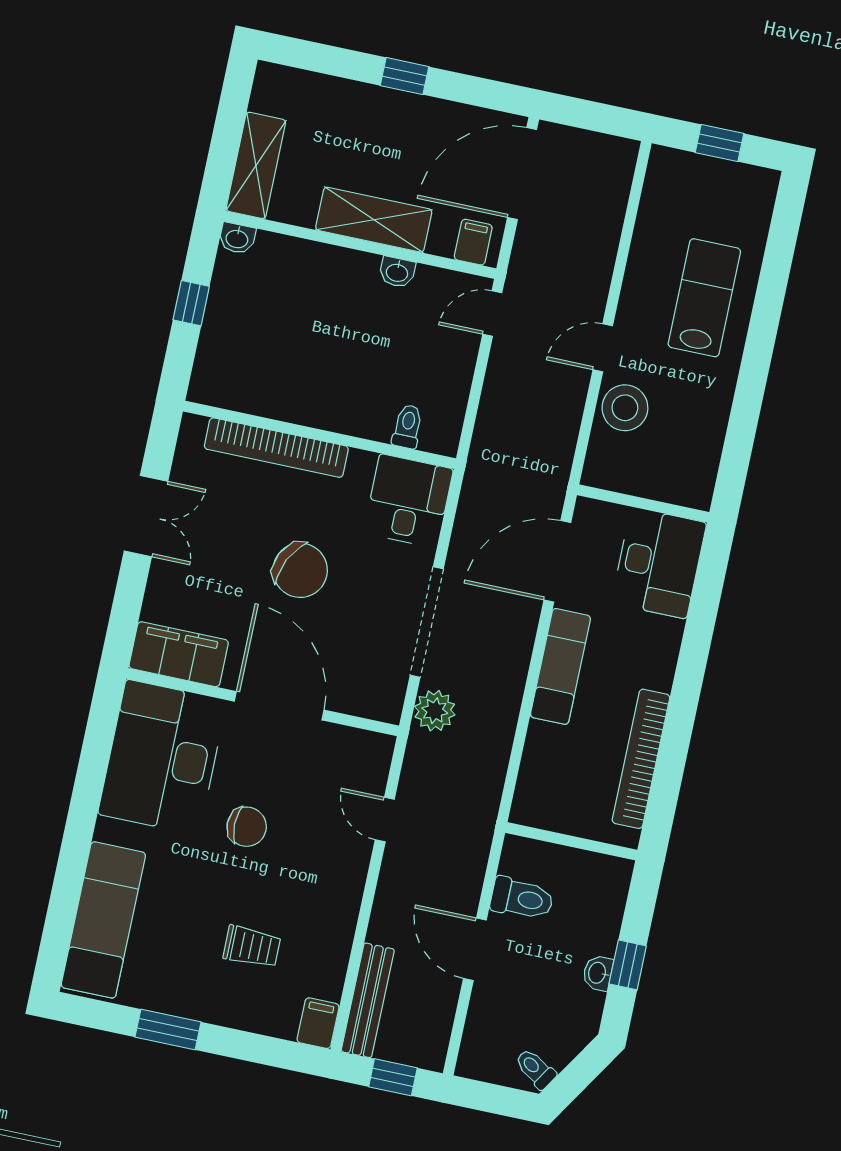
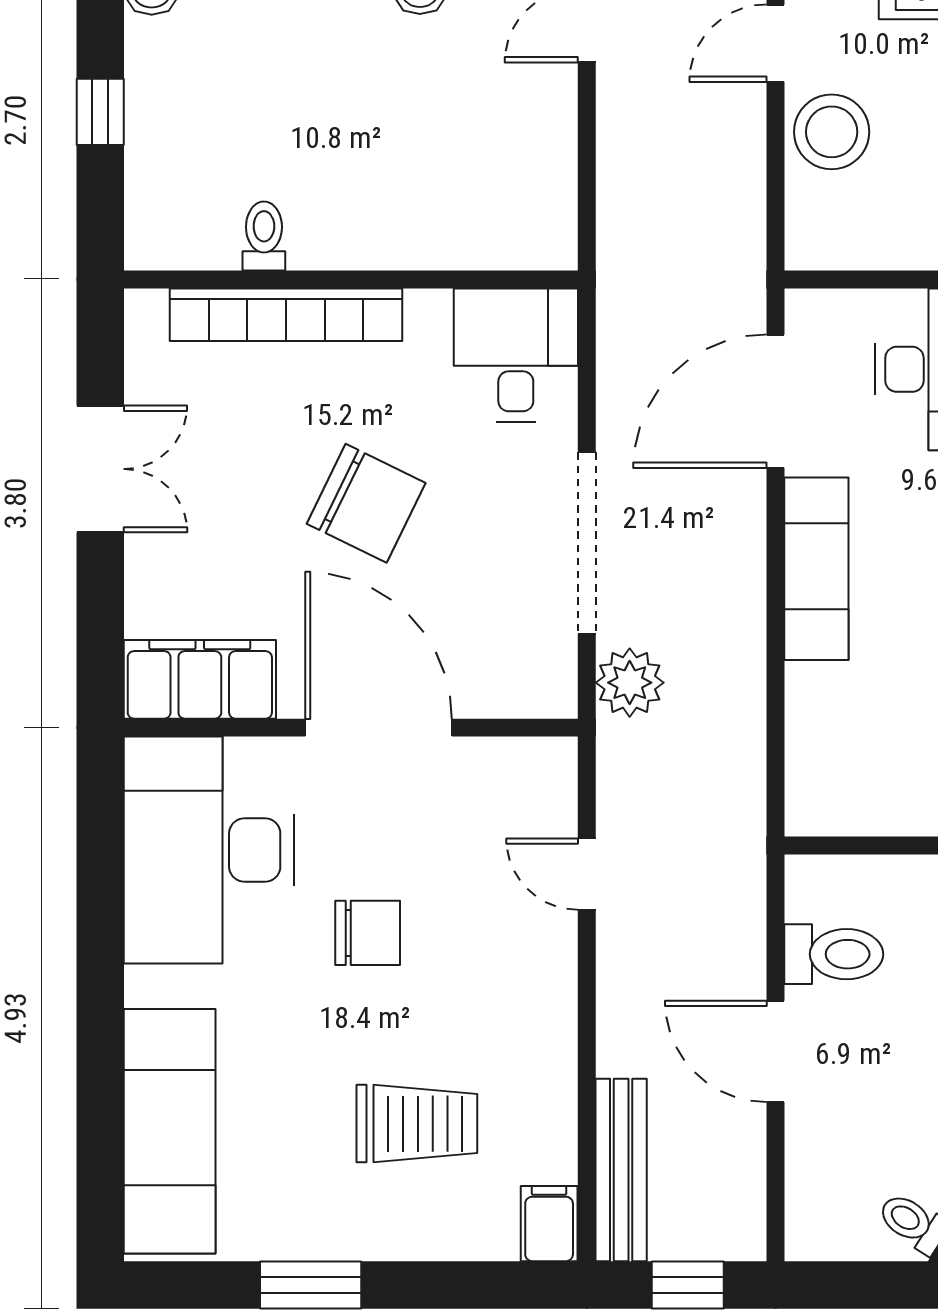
toilet: (407, 426) -> (264, 236), moved
trolley: (252, 947) -> (417, 1124), width x1.36, depth x1.39

